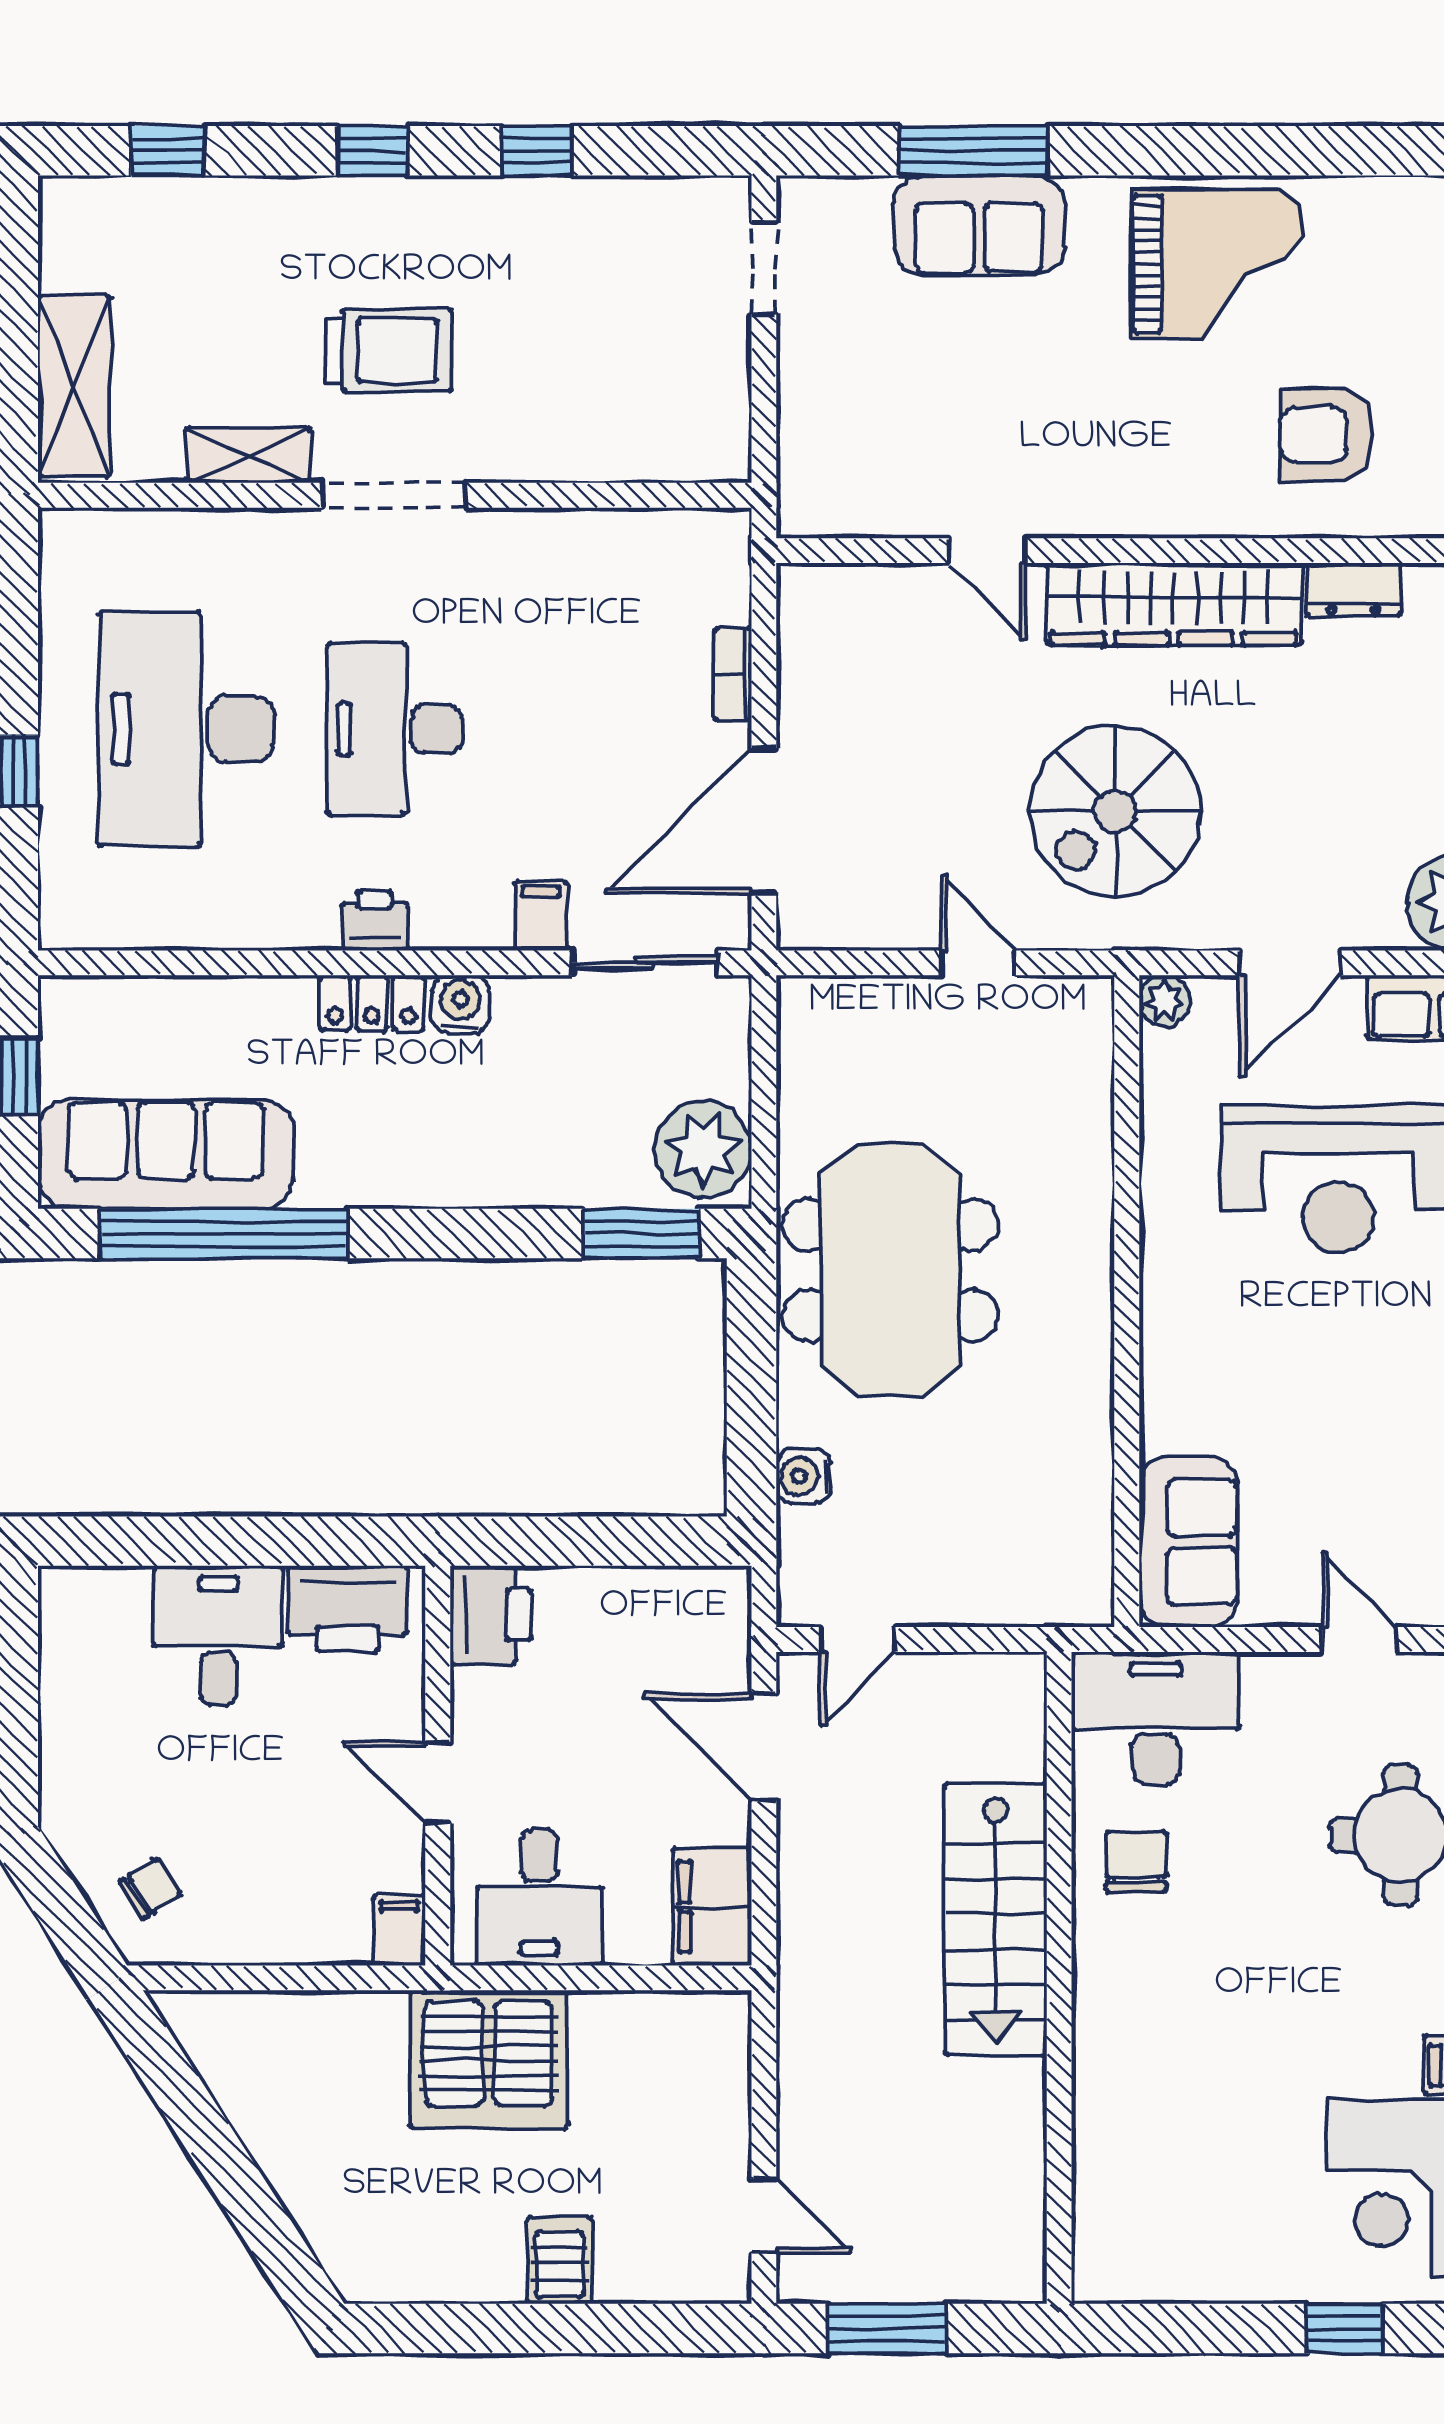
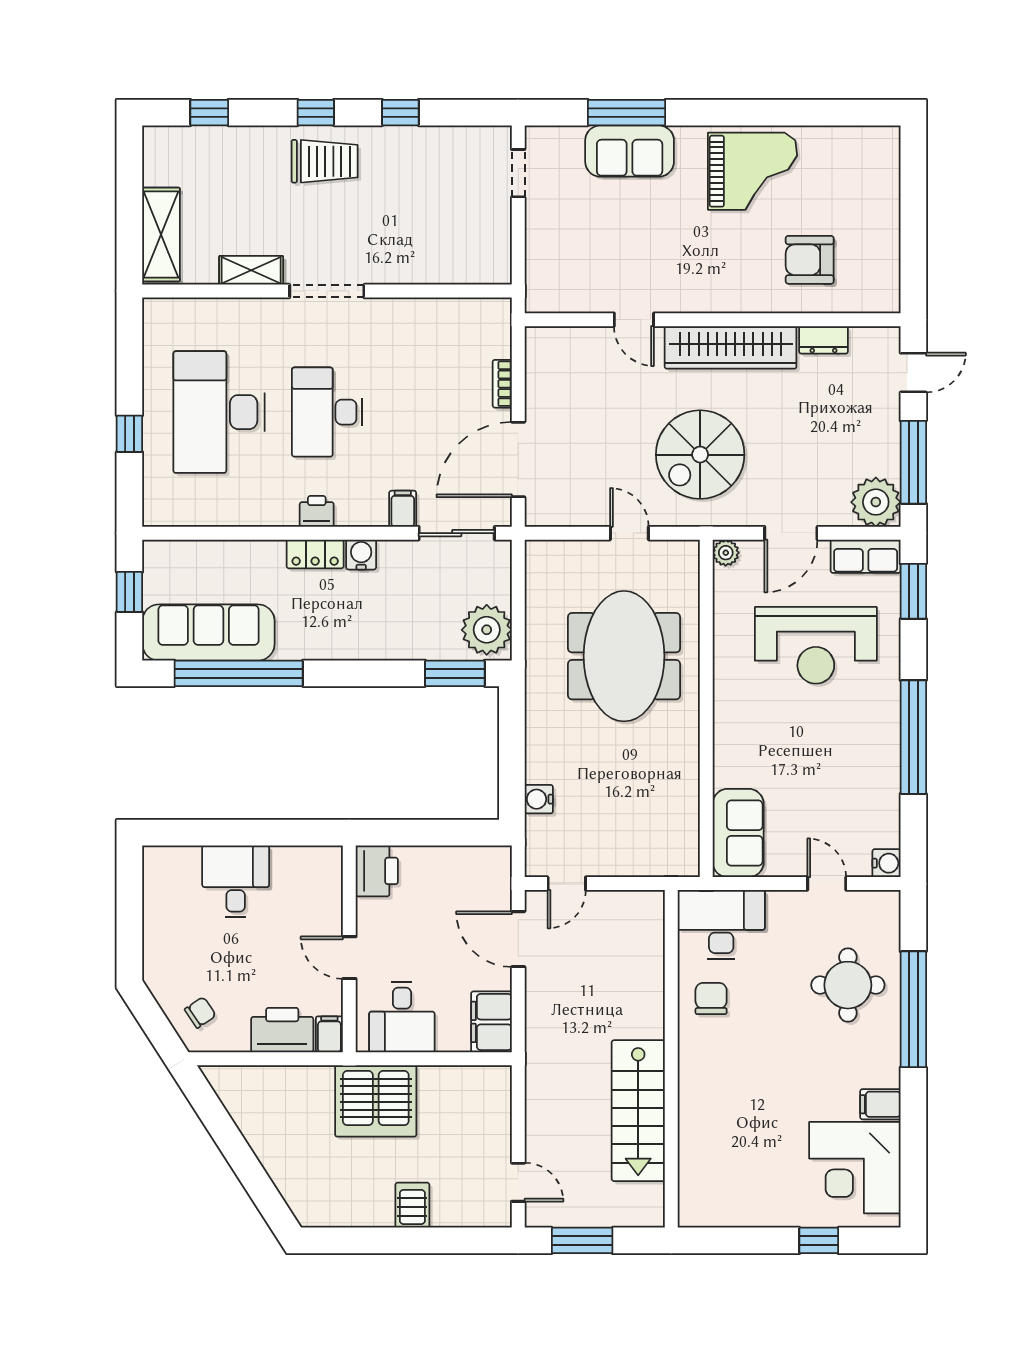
trolley: (388, 351) -> (325, 161), moved
meeting table: (890, 1270) -> (624, 656), moved
printer: (348, 1609) -> (282, 1030), moved, turned 180
stairs: (996, 1919) -> (638, 1111), moved

